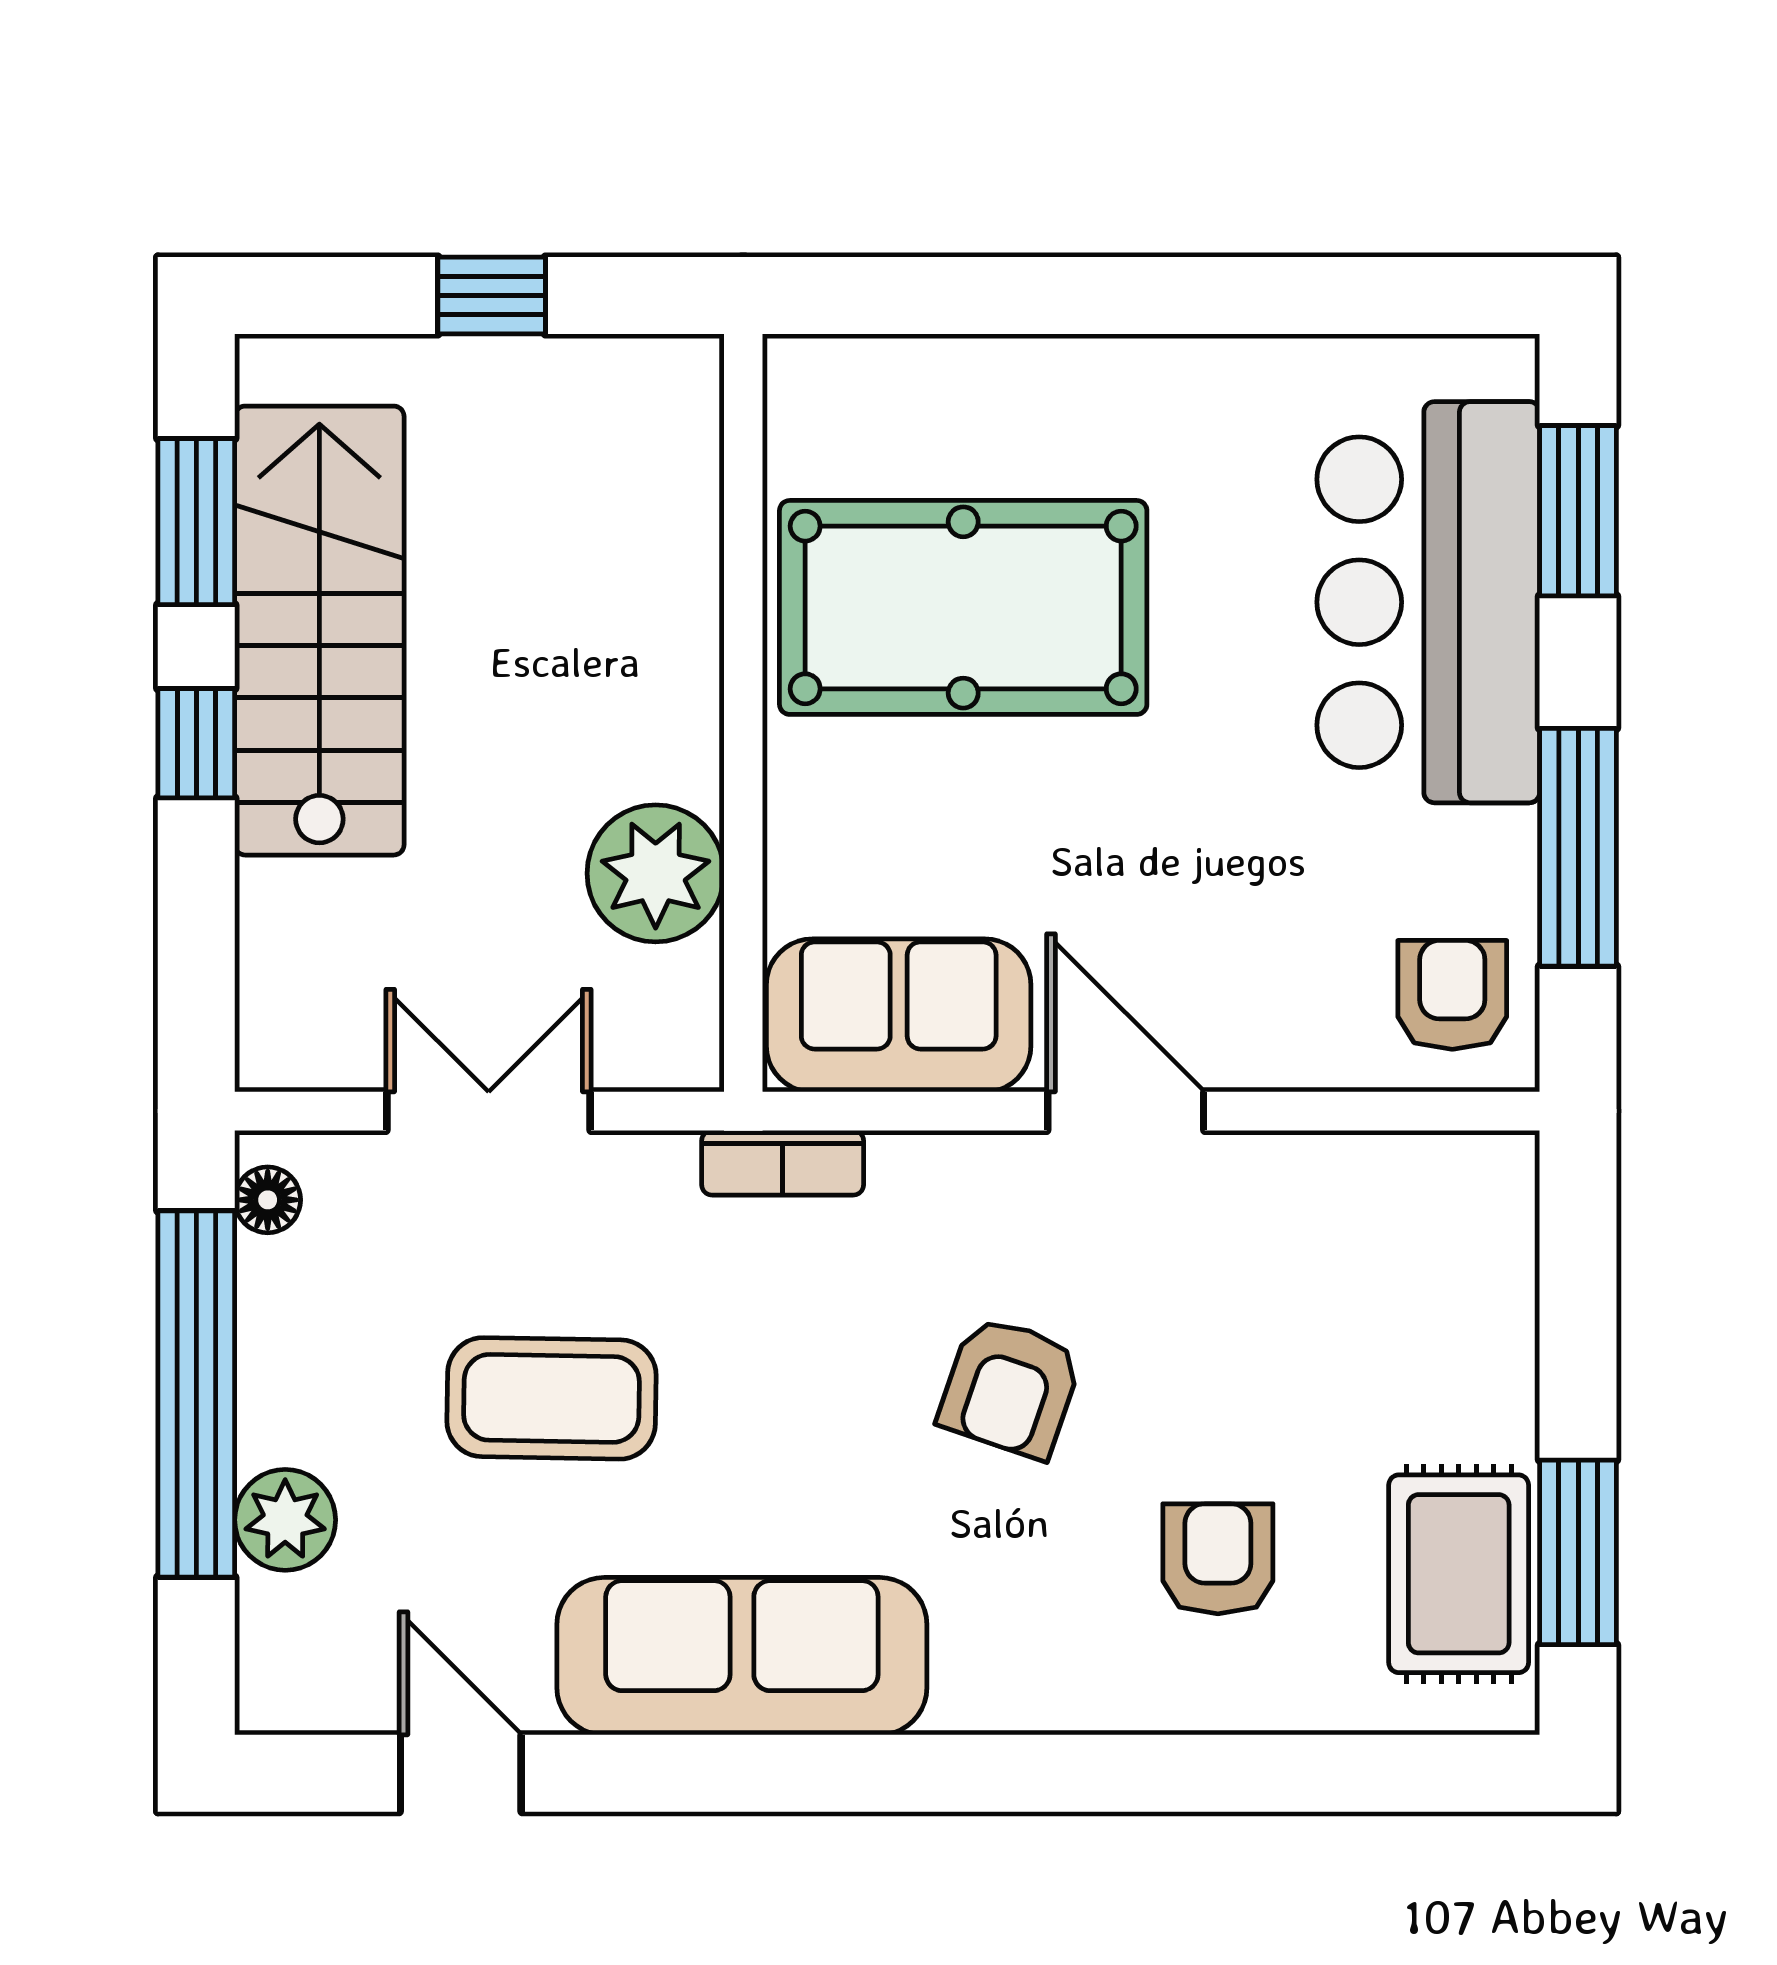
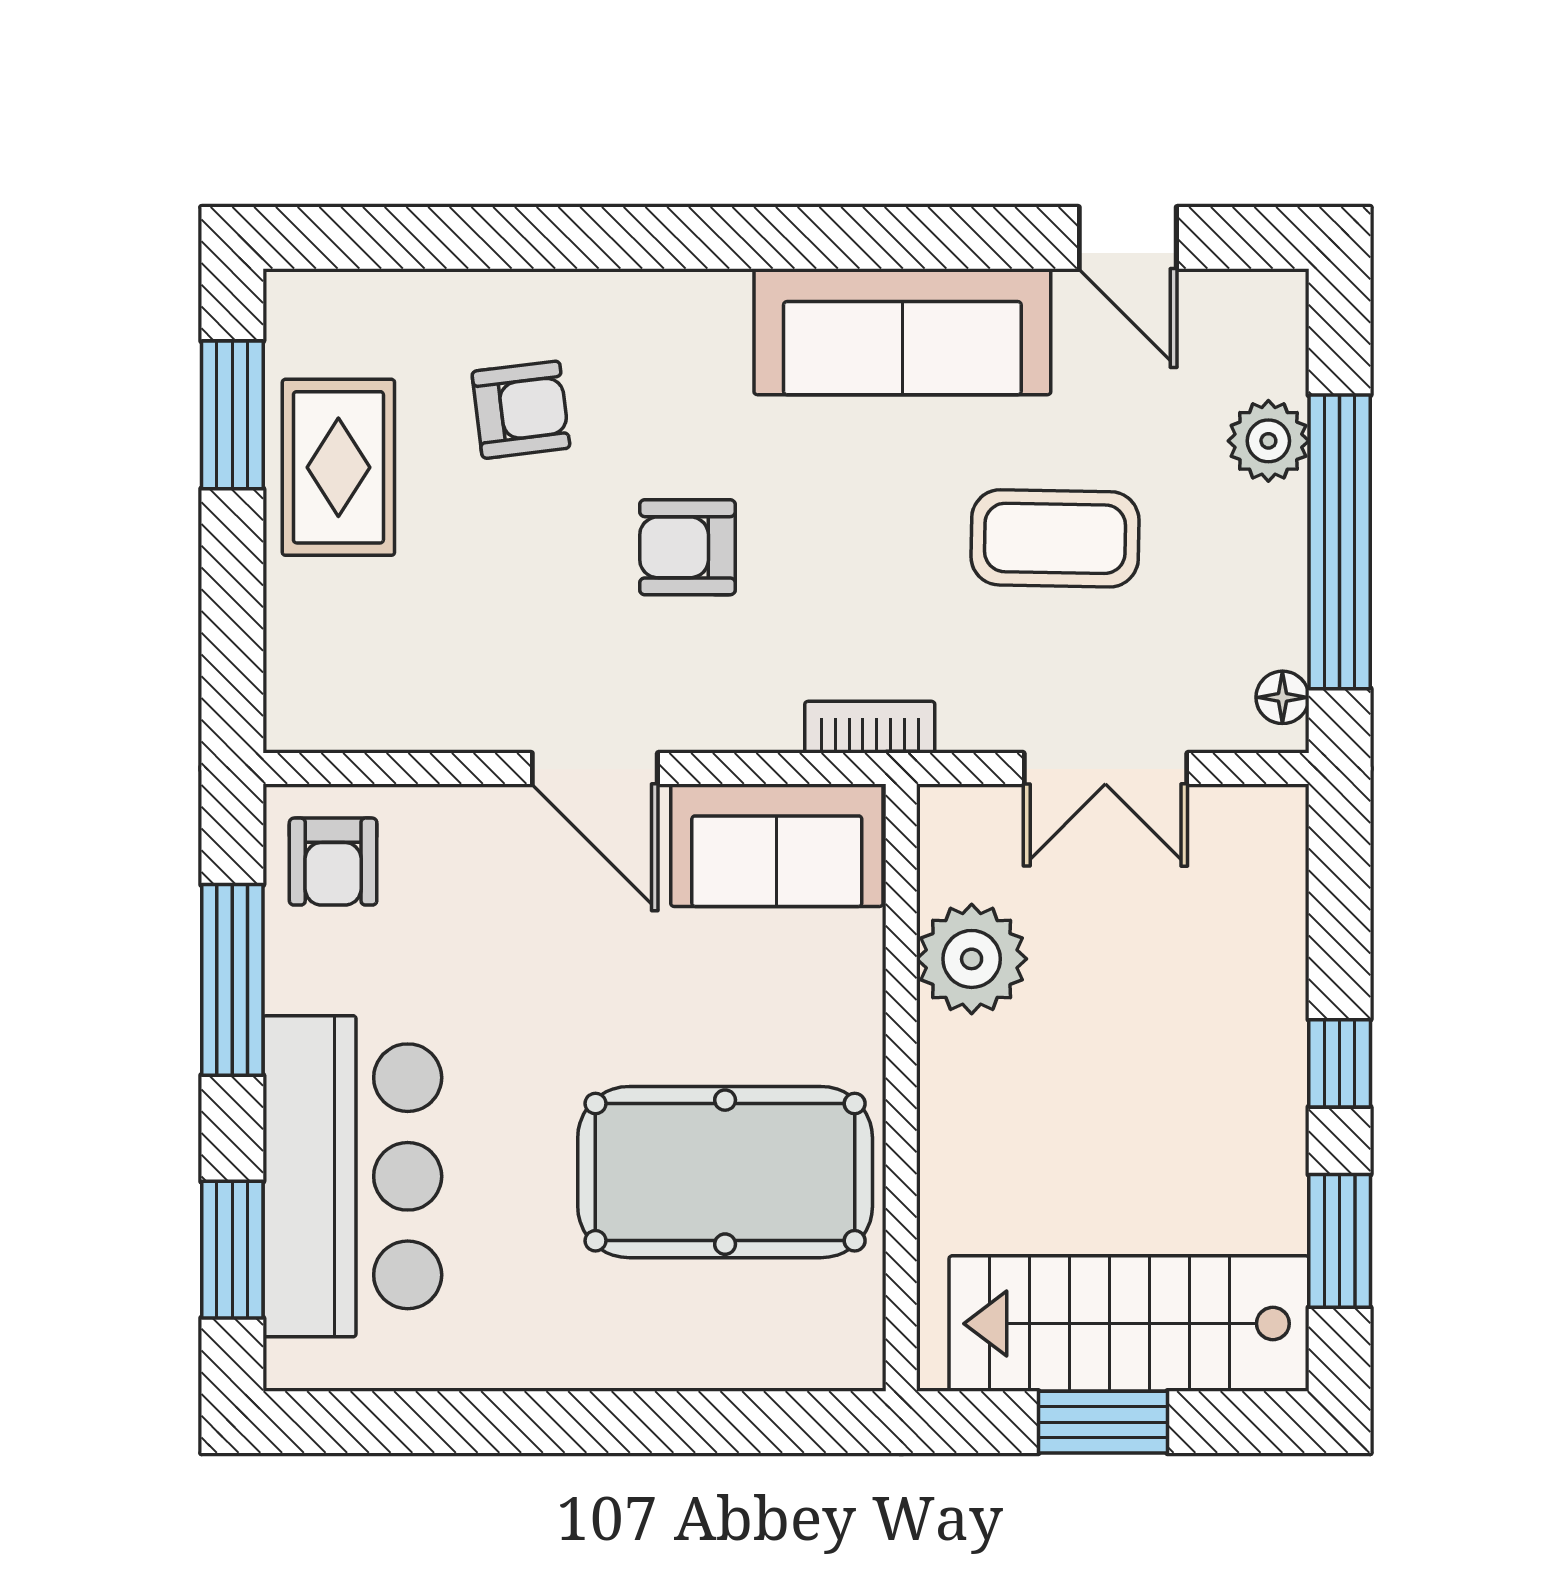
window: (492, 295) -> (1103, 1422), width x1.50
stairs: (319, 631) -> (1129, 1324), moved, turned 90
armchair: (1010, 1387) -> (687, 547), turned -109
armchair: (1218, 1559) -> (521, 410), turned -97
rug: (1459, 1574) -> (338, 467), moved

